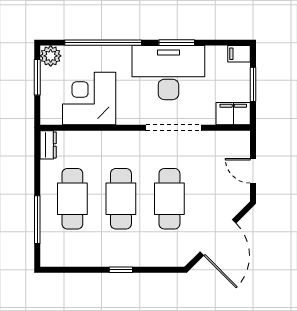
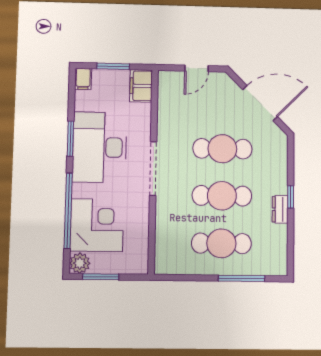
corner desk: (89, 98) -> (97, 225), moved, turned 180
doorway: (173, 128) -> (153, 169), moved
dresser: (48, 145) -> (280, 209), moved, turned -90

